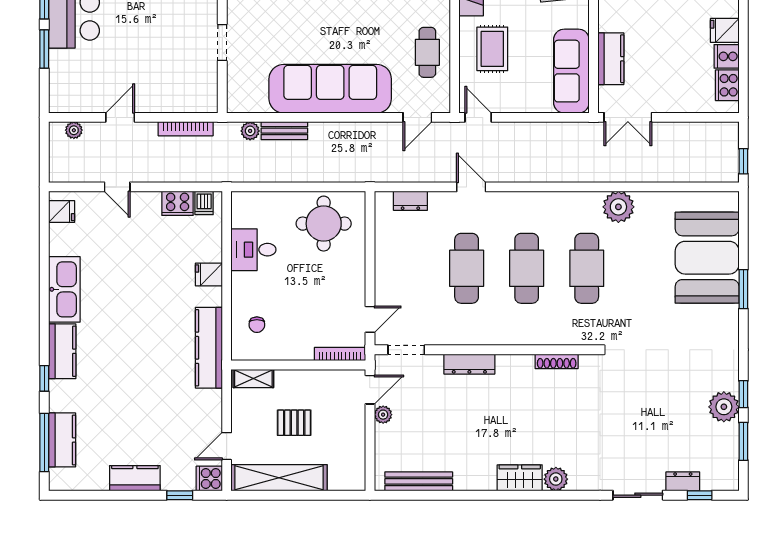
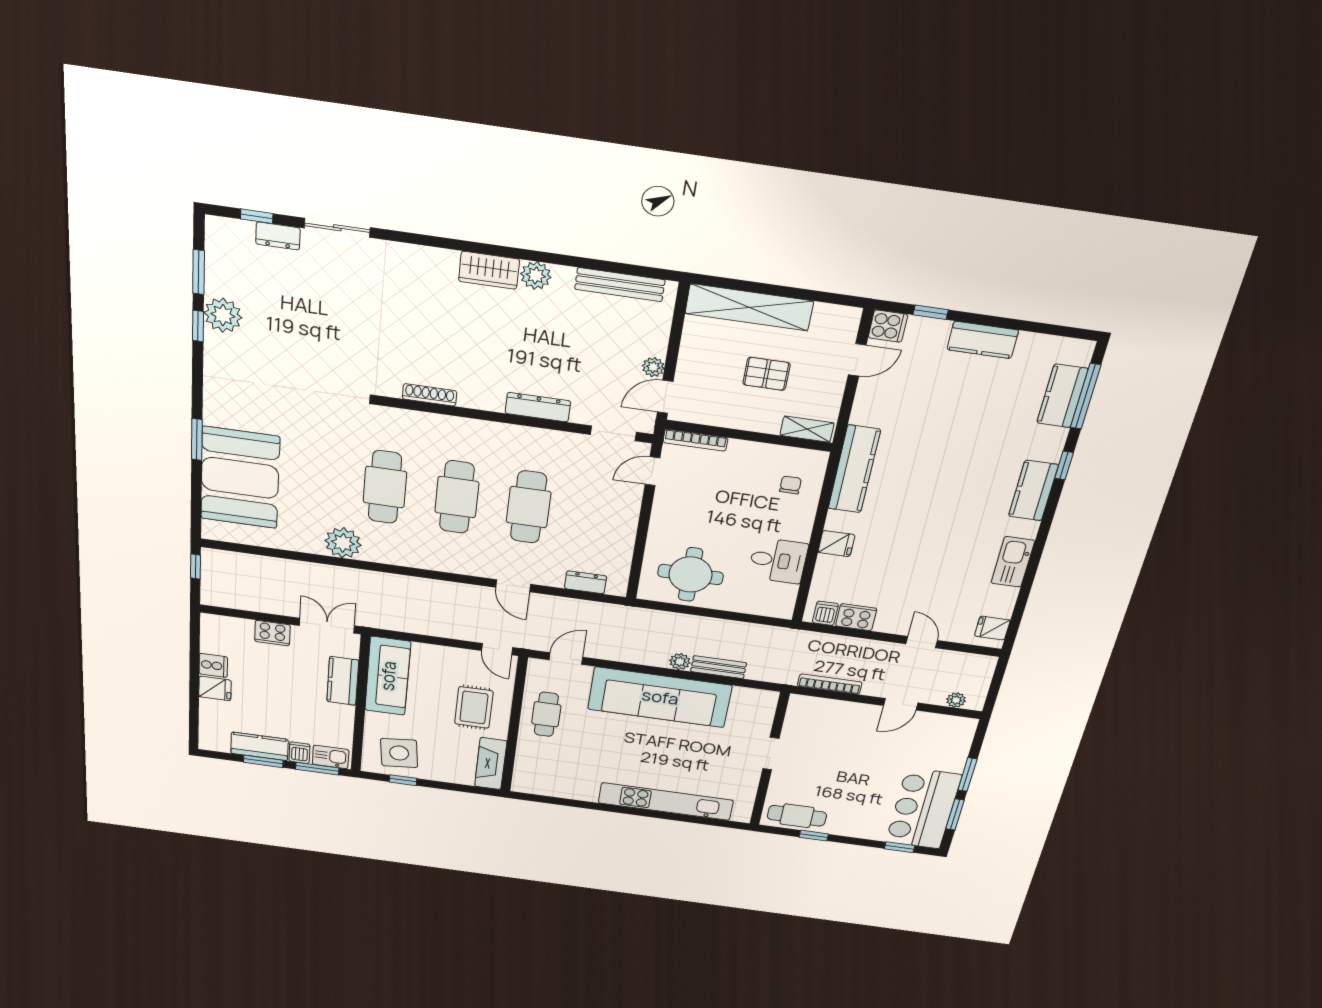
cooker: (727, 85) -> (272, 633), moved, turned 90
plant: (250, 131) -> (680, 662), moved
kitchen sink: (64, 289) -> (1013, 562), width x0.73, depth x0.81
shelving: (279, 478) -> (749, 307), moved
plant: (556, 479) -> (536, 275), moved

